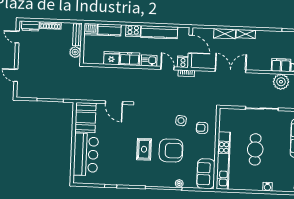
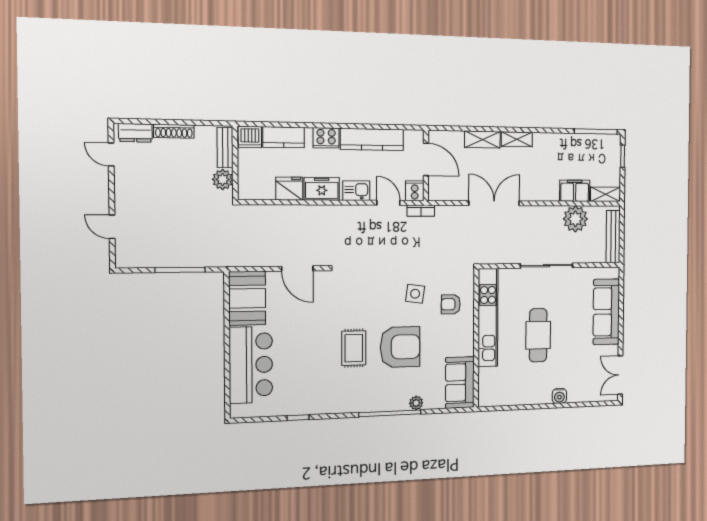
kitchen unit: (223, 161) -> (488, 318), moved

